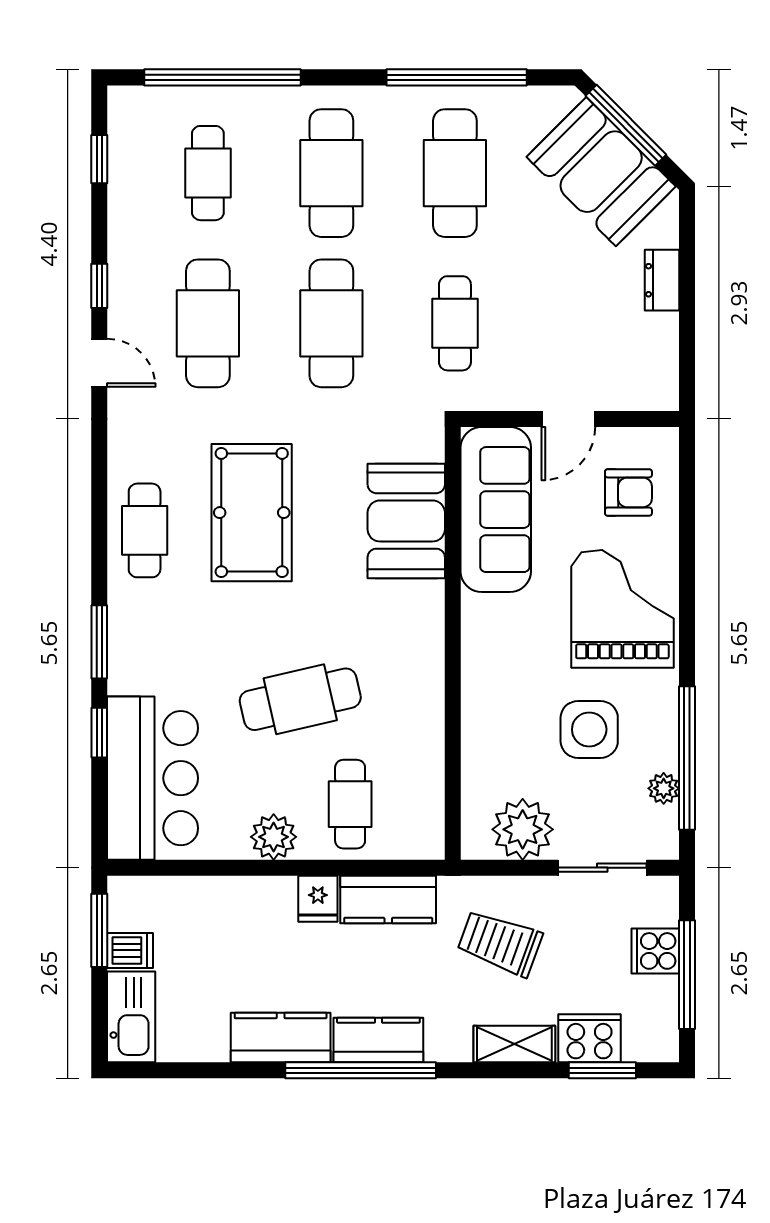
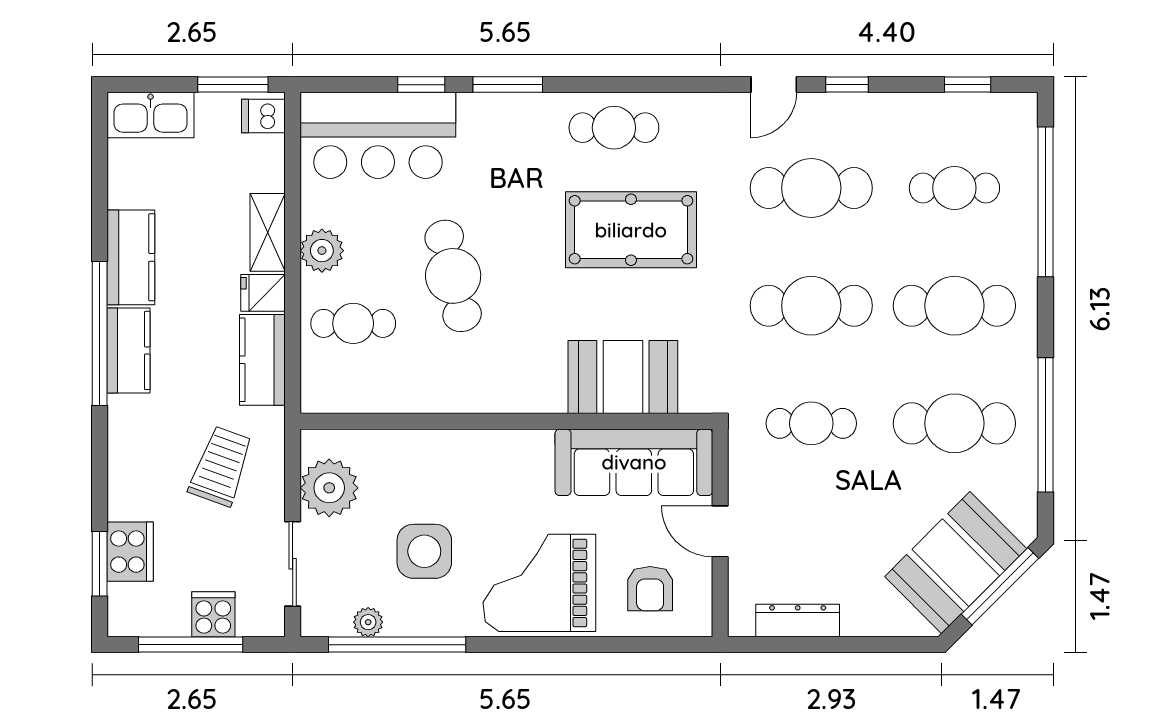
dresser: (662, 280) -> (798, 621), moved, width x1.44
grand piano: (622, 609) -> (539, 583), turned 180
dishwasher: (130, 950) -> (263, 116), moved, turned 90
shelving: (514, 1044) -> (268, 232), moved

